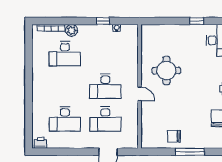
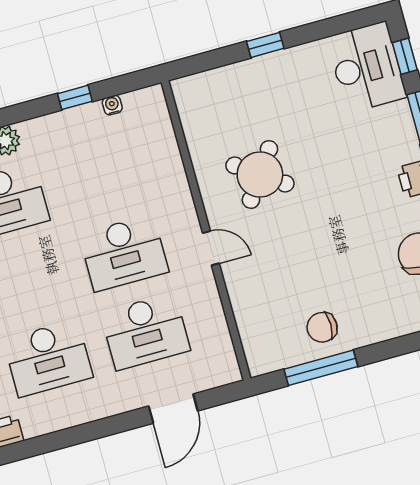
window: (197, 21) -> (265, 45), moved
round table: (166, 71) -> (260, 174), turned 35
window: (190, 152) -> (321, 368), moved

